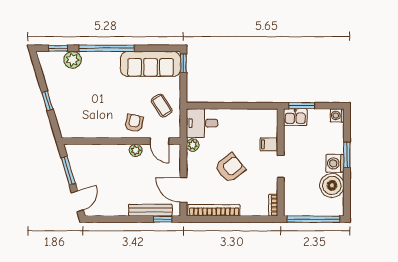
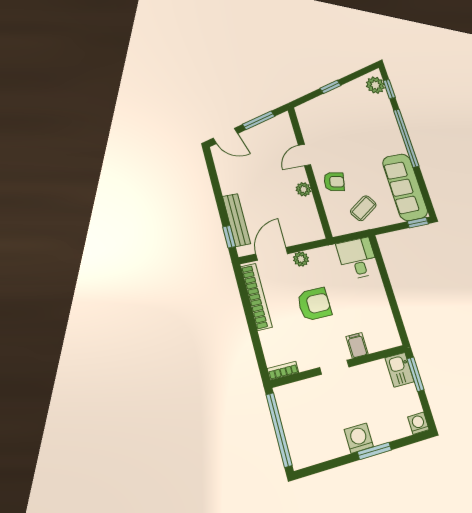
plant: (73, 60) -> (375, 85), moved
door: (160, 141) -> (305, 155), moved
plant: (193, 145) -> (301, 259), moved
armchair: (230, 168) -> (314, 304), turned -51
boiler: (332, 185) -> (330, 442), removed

